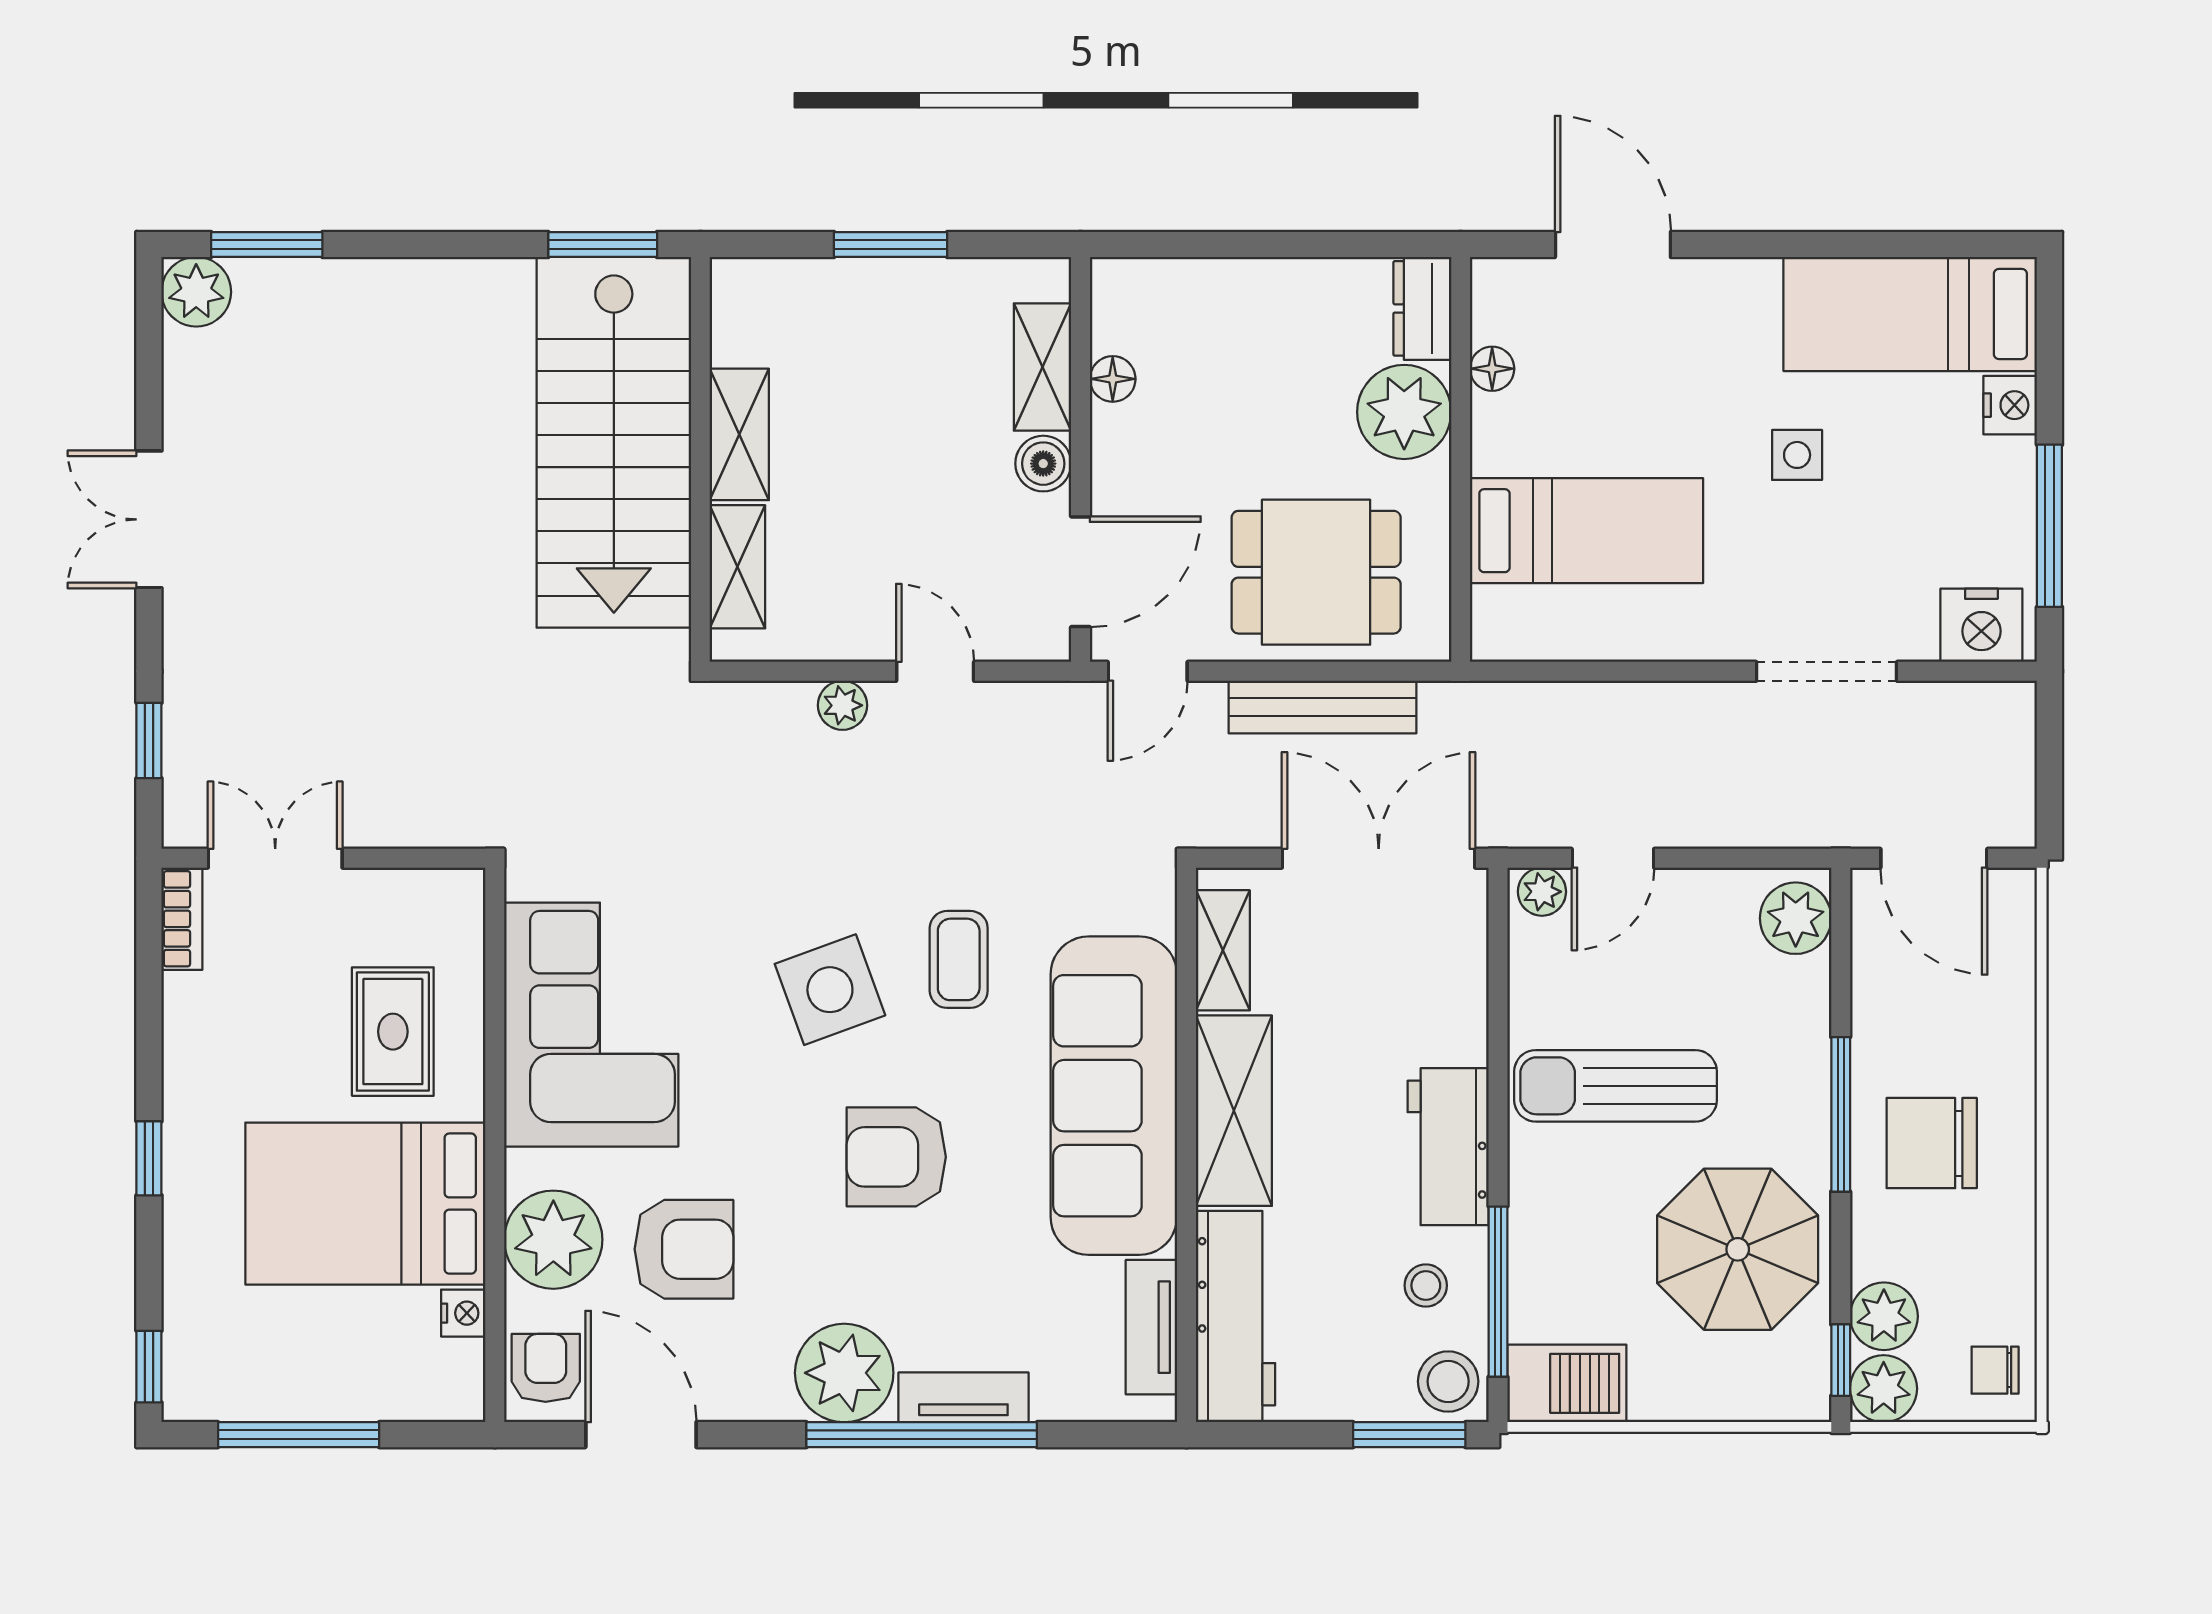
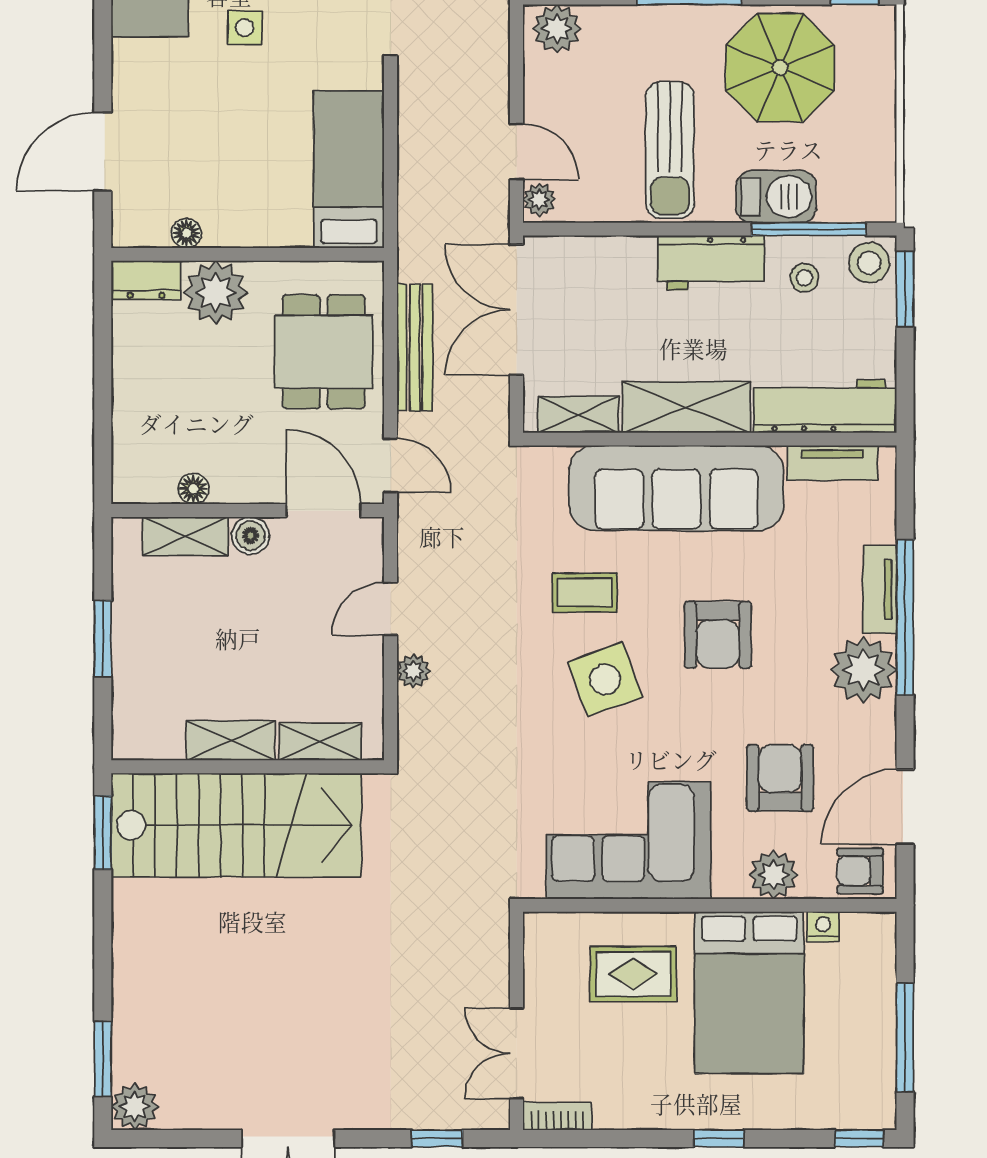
bed: (1587, 531) -> (349, 169), moved
plant: (553, 1240) -> (774, 875), width x0.73, depth x0.73
barbecue: (1567, 1383) -> (776, 197), moved, turned 90

